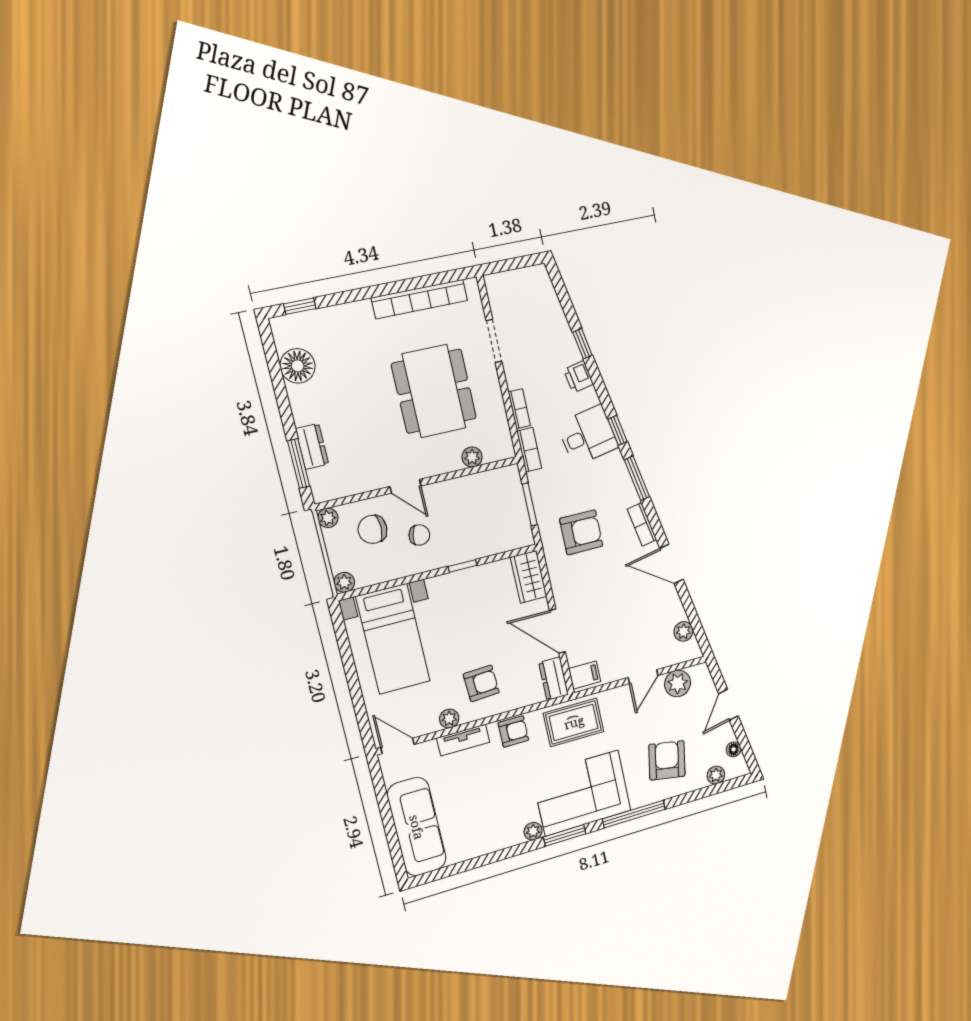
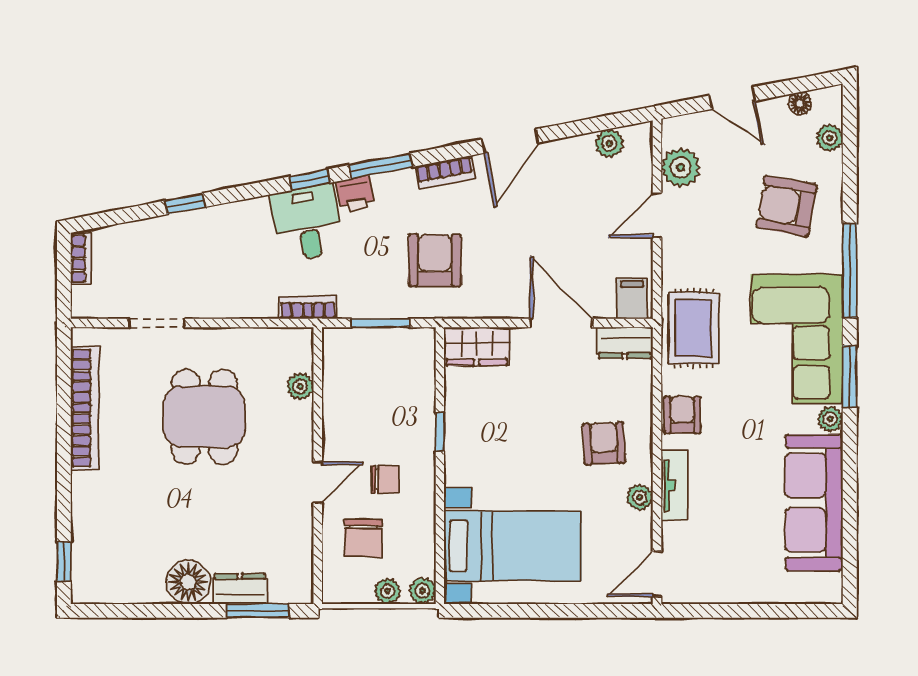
floor lamp: (298, 366) -> (188, 582), moved
printer: (578, 377) -> (355, 194), moved
dining table: (434, 391) -> (204, 417), width x0.73
bookcase: (519, 409) -> (81, 259), moved, turned 90
plant: (328, 518) -> (388, 591), moved
chair: (419, 535) -> (385, 479), turned 78
door: (557, 631) -> (561, 323), swing flipped
door: (643, 677) -> (657, 215), swing flipped
sofa: (417, 827) -> (814, 503), moved, turned -90

